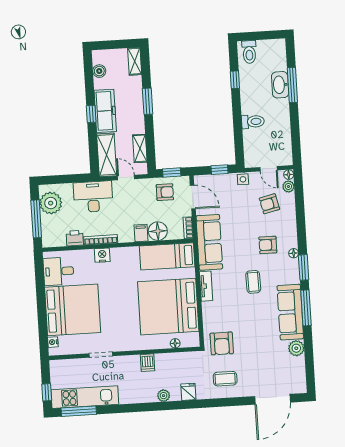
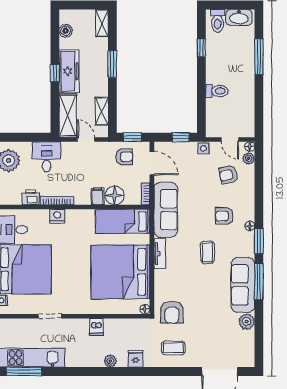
washbasin: (280, 85) -> (239, 17), moved, turned -90
desk: (93, 197) -> (47, 157), width x0.73
floor lamp: (175, 343) -> (145, 309), moved

